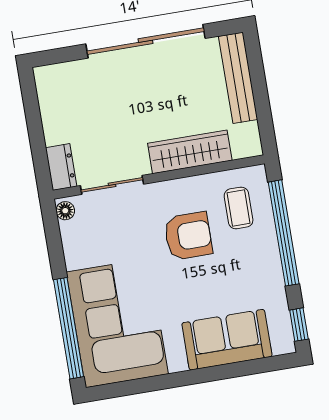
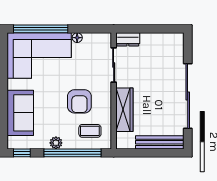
floor lamp: (65, 211) -> (77, 38), moved
plant: (270, 266) -> (56, 143), added

